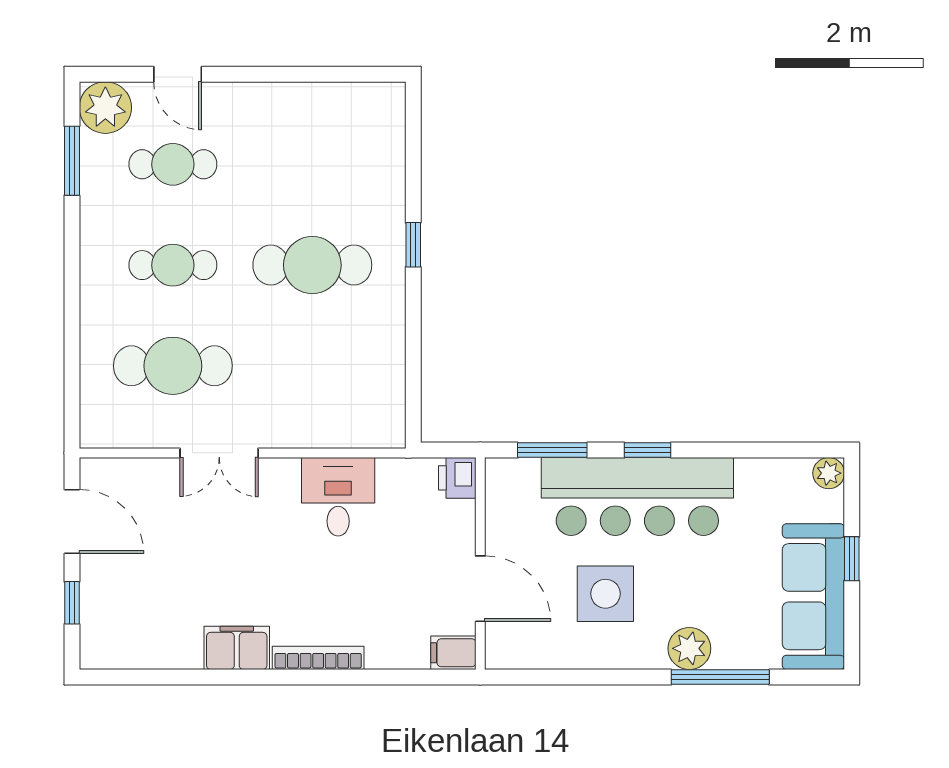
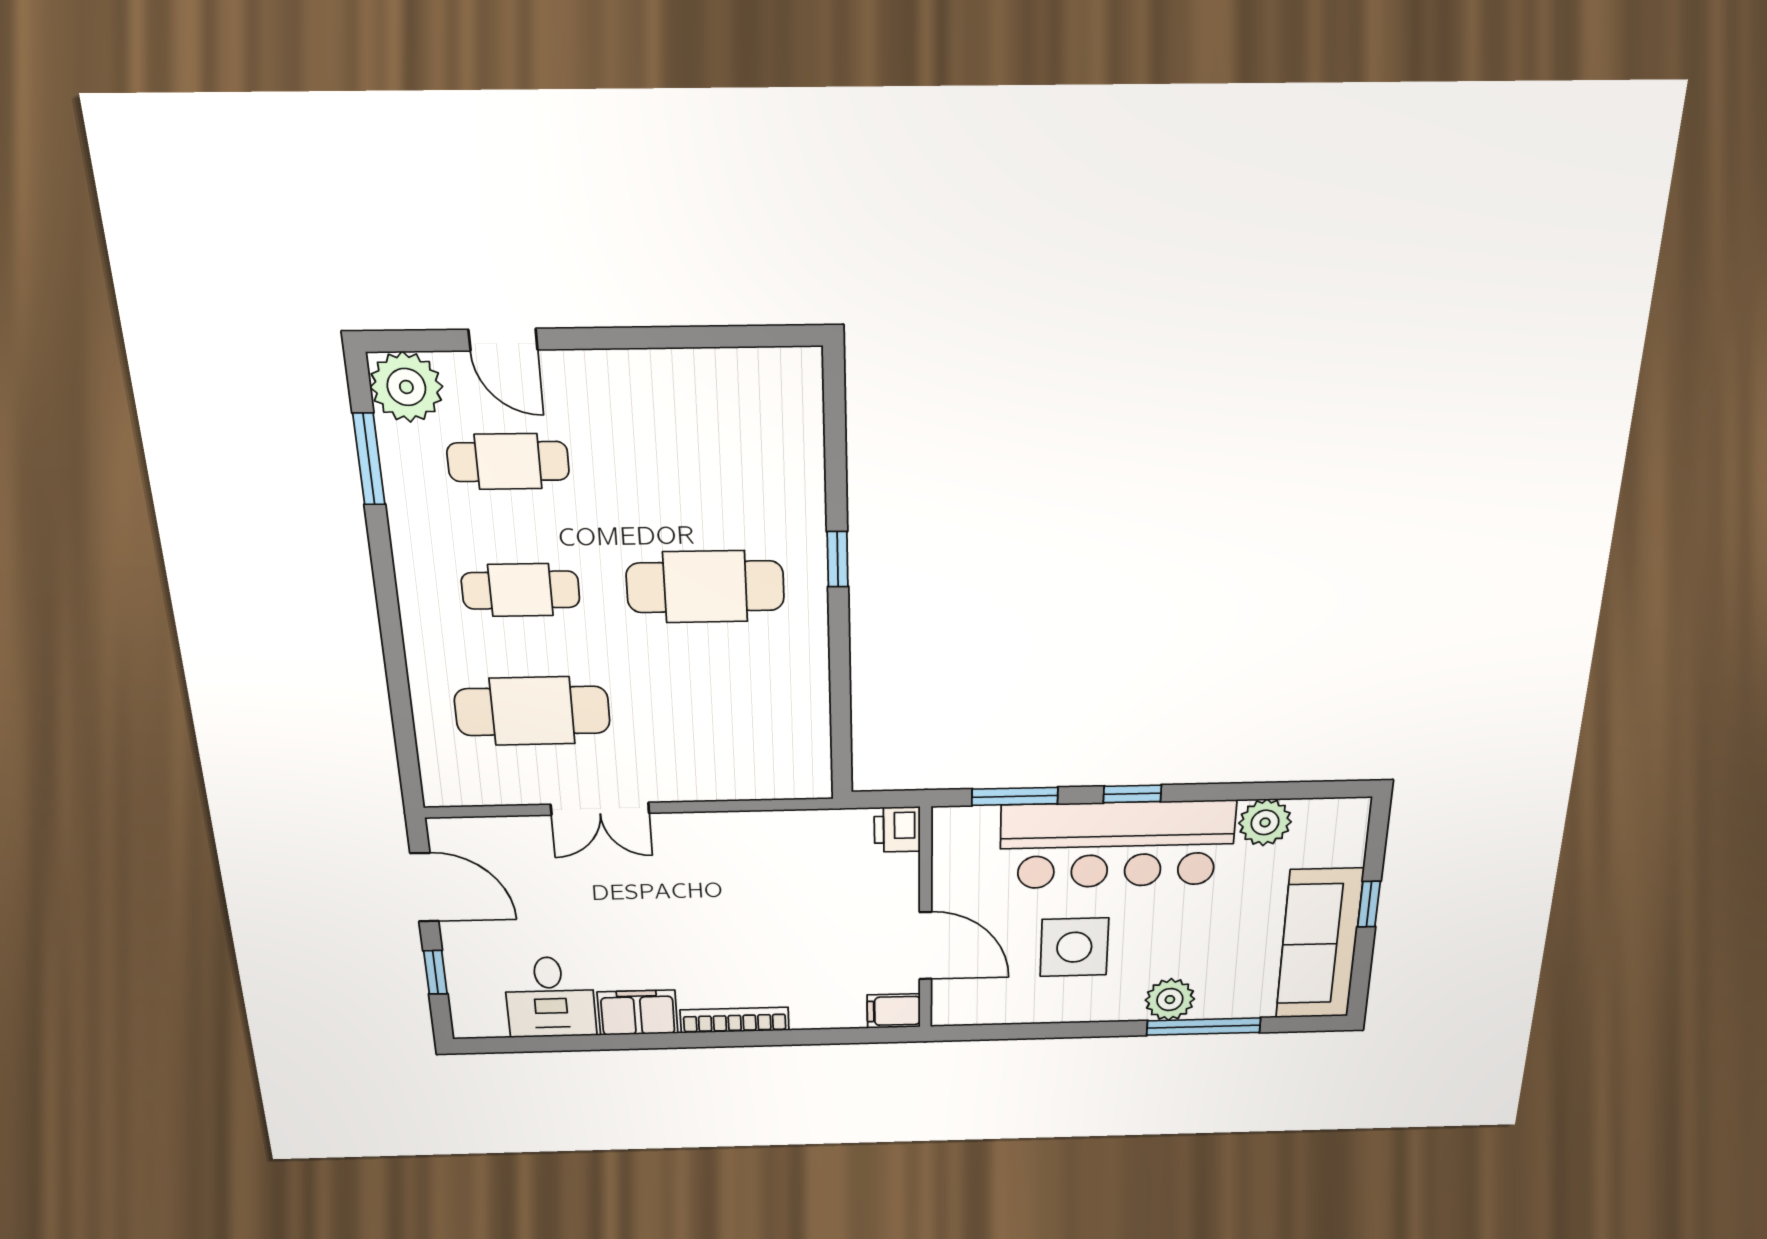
plant: (829, 473) -> (1265, 822), moved, width x1.38, depth x1.38
desk: (338, 497) -> (550, 997), moved, turned 180

